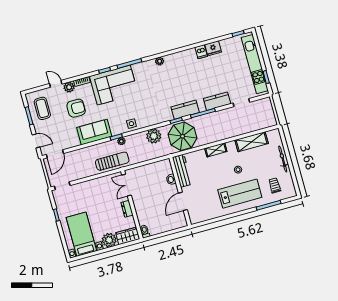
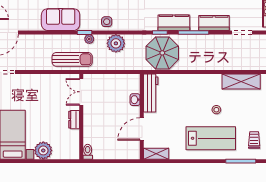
plant: (154, 136) -> (116, 43), moved
shelving: (216, 150) -> (156, 154), moved
wardrobe: (128, 236) -> (66, 152), removed

